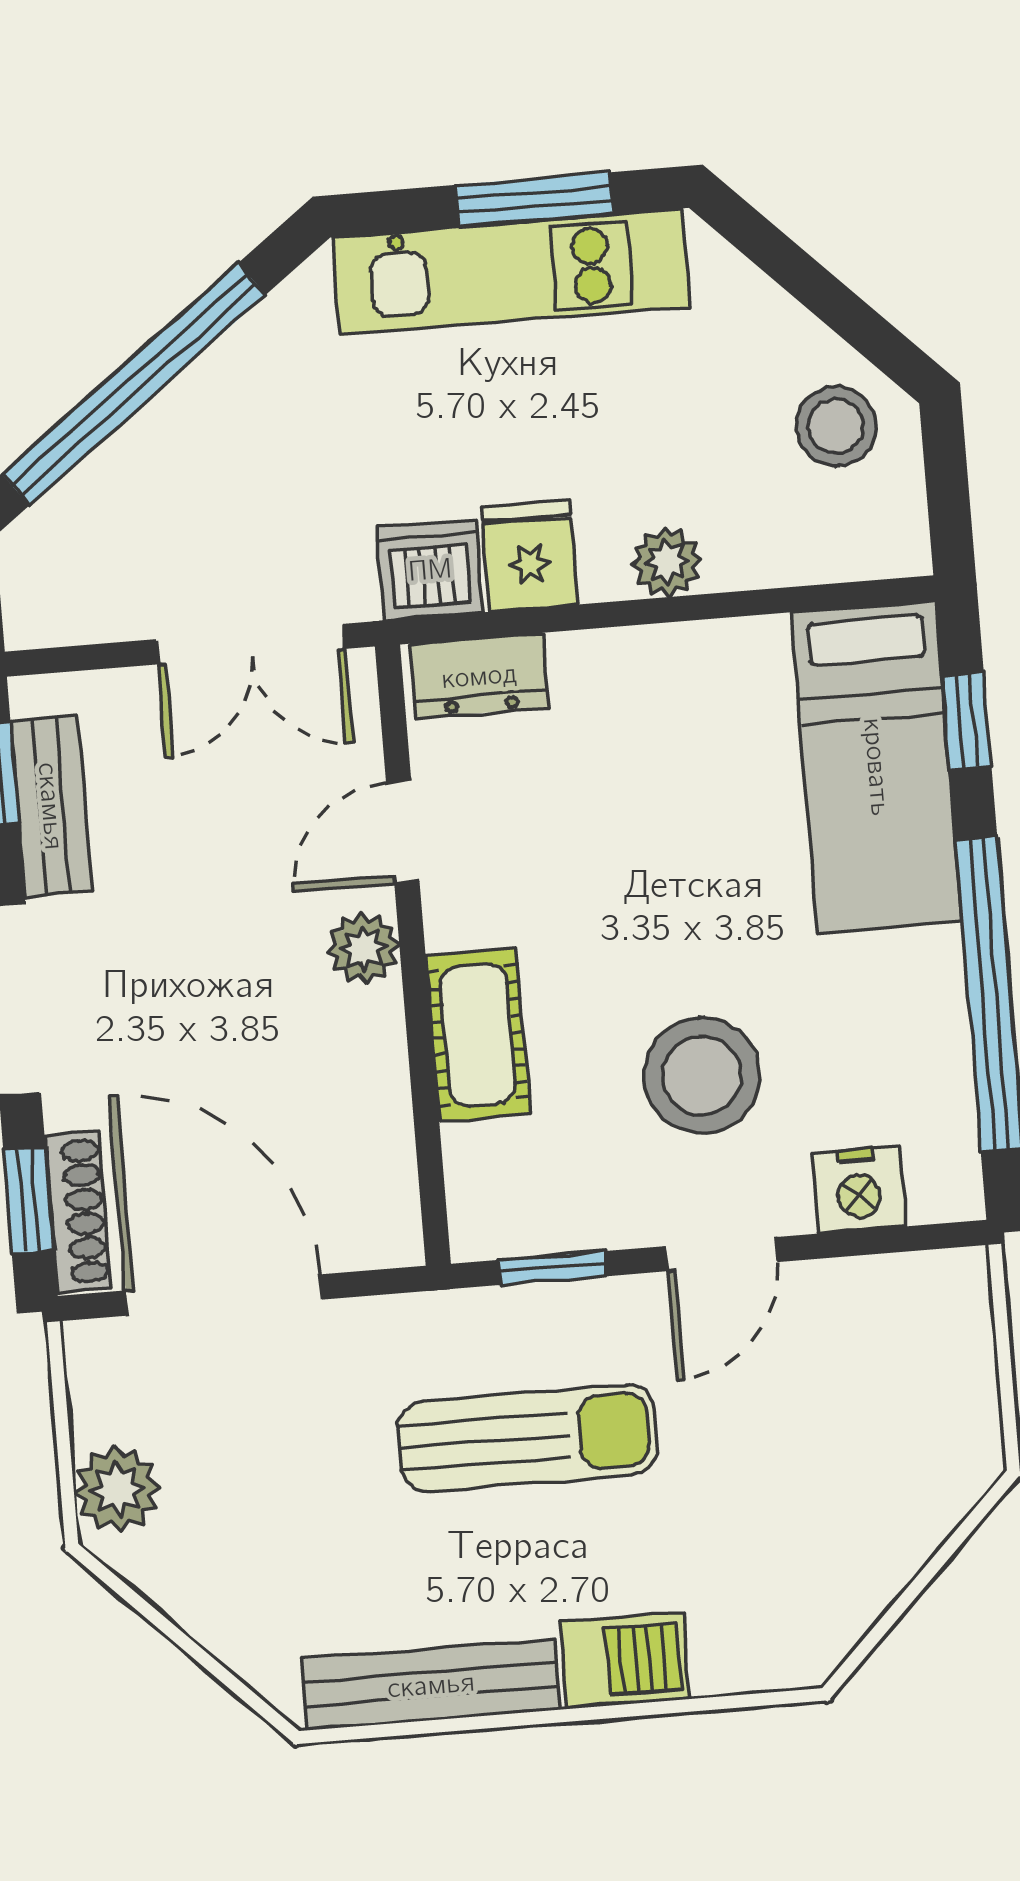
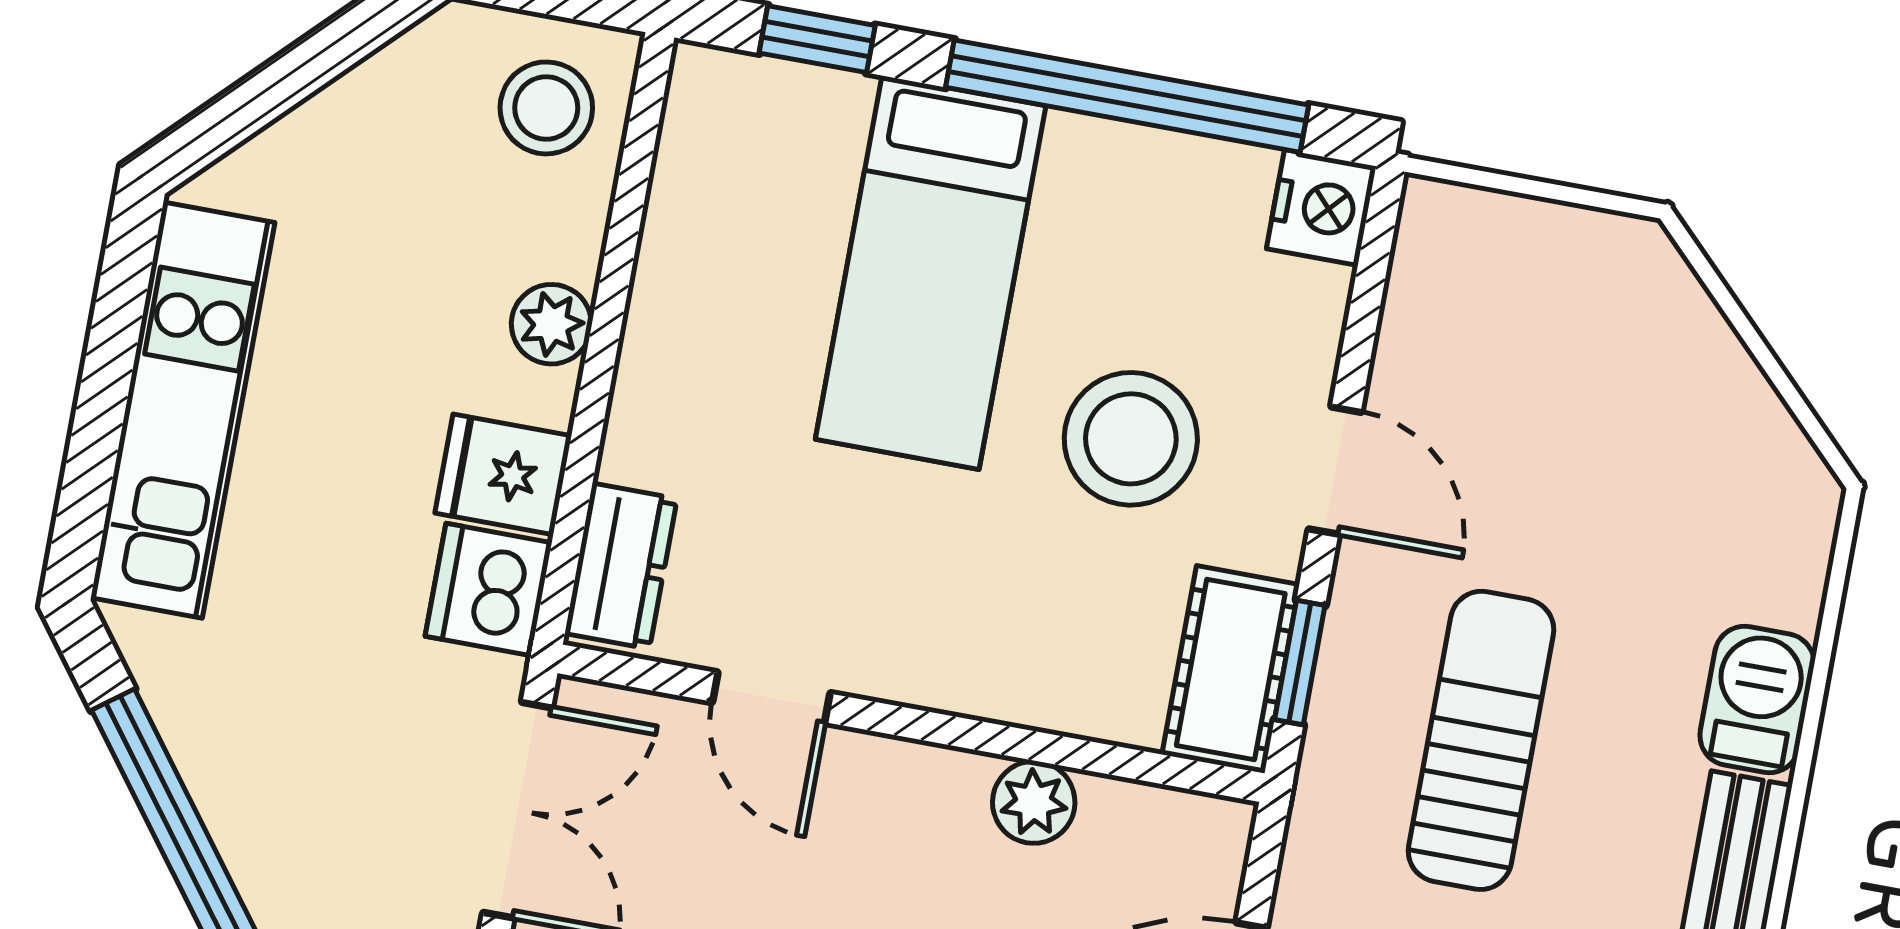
window: (534, 200) -> (109, 363), removed
stool: (836, 426) -> (546, 108), moved
bed: (877, 767) -> (931, 273), moved, turned 90
plant: (364, 948) -> (1034, 802), moved
cot: (478, 1035) -> (1231, 669), moved, turned 90
nightstand: (858, 1190) -> (1321, 208), moved

